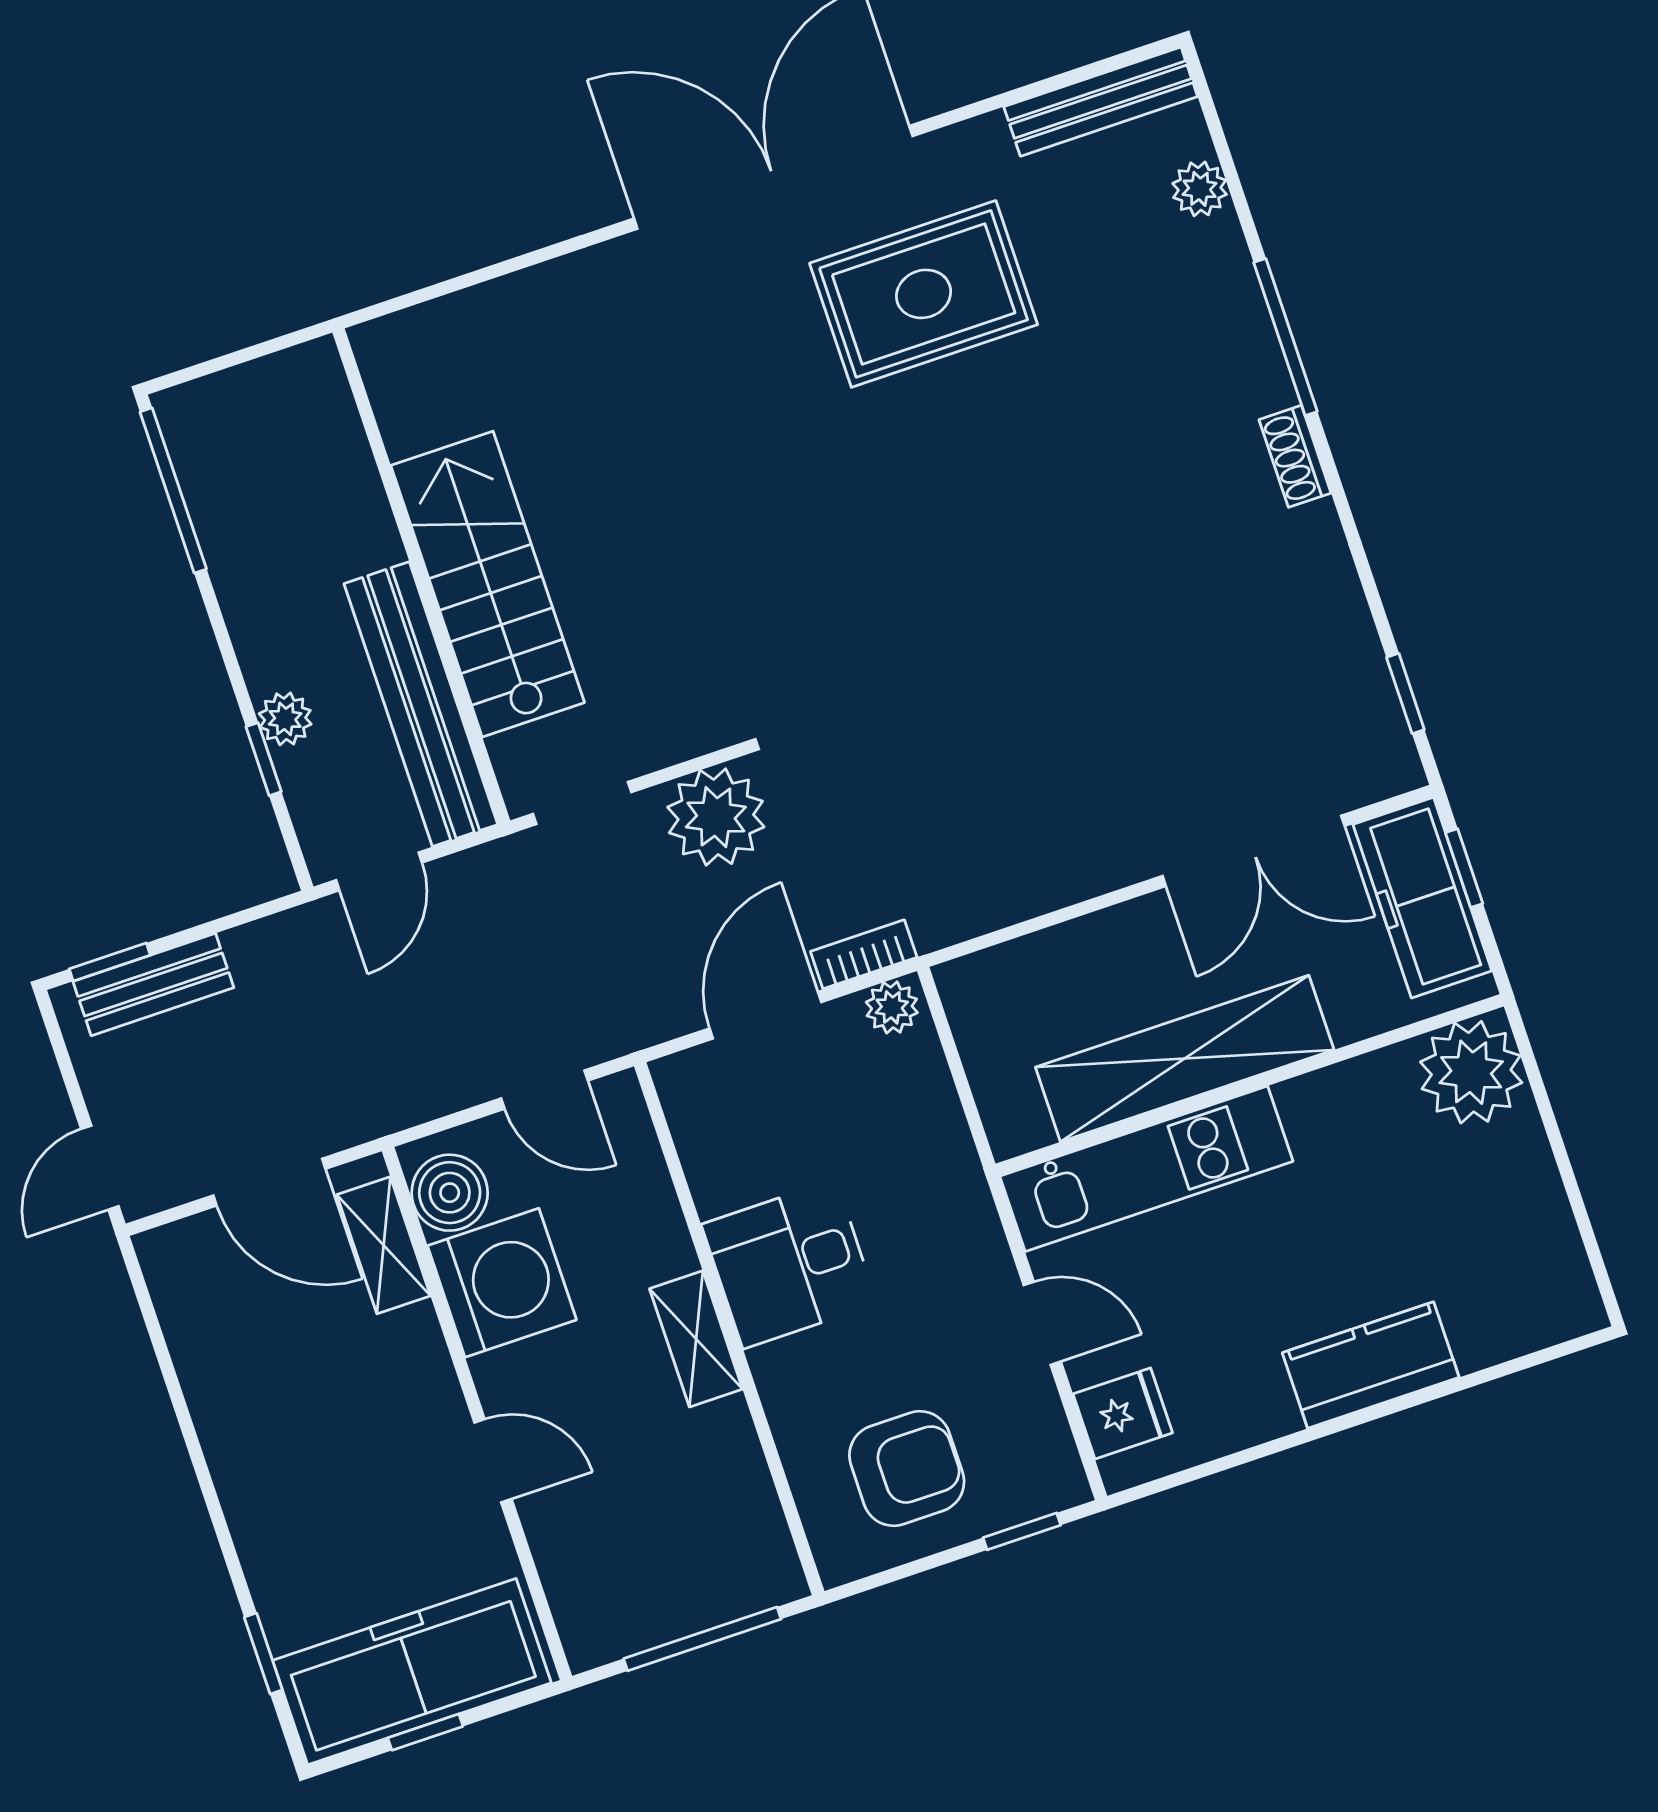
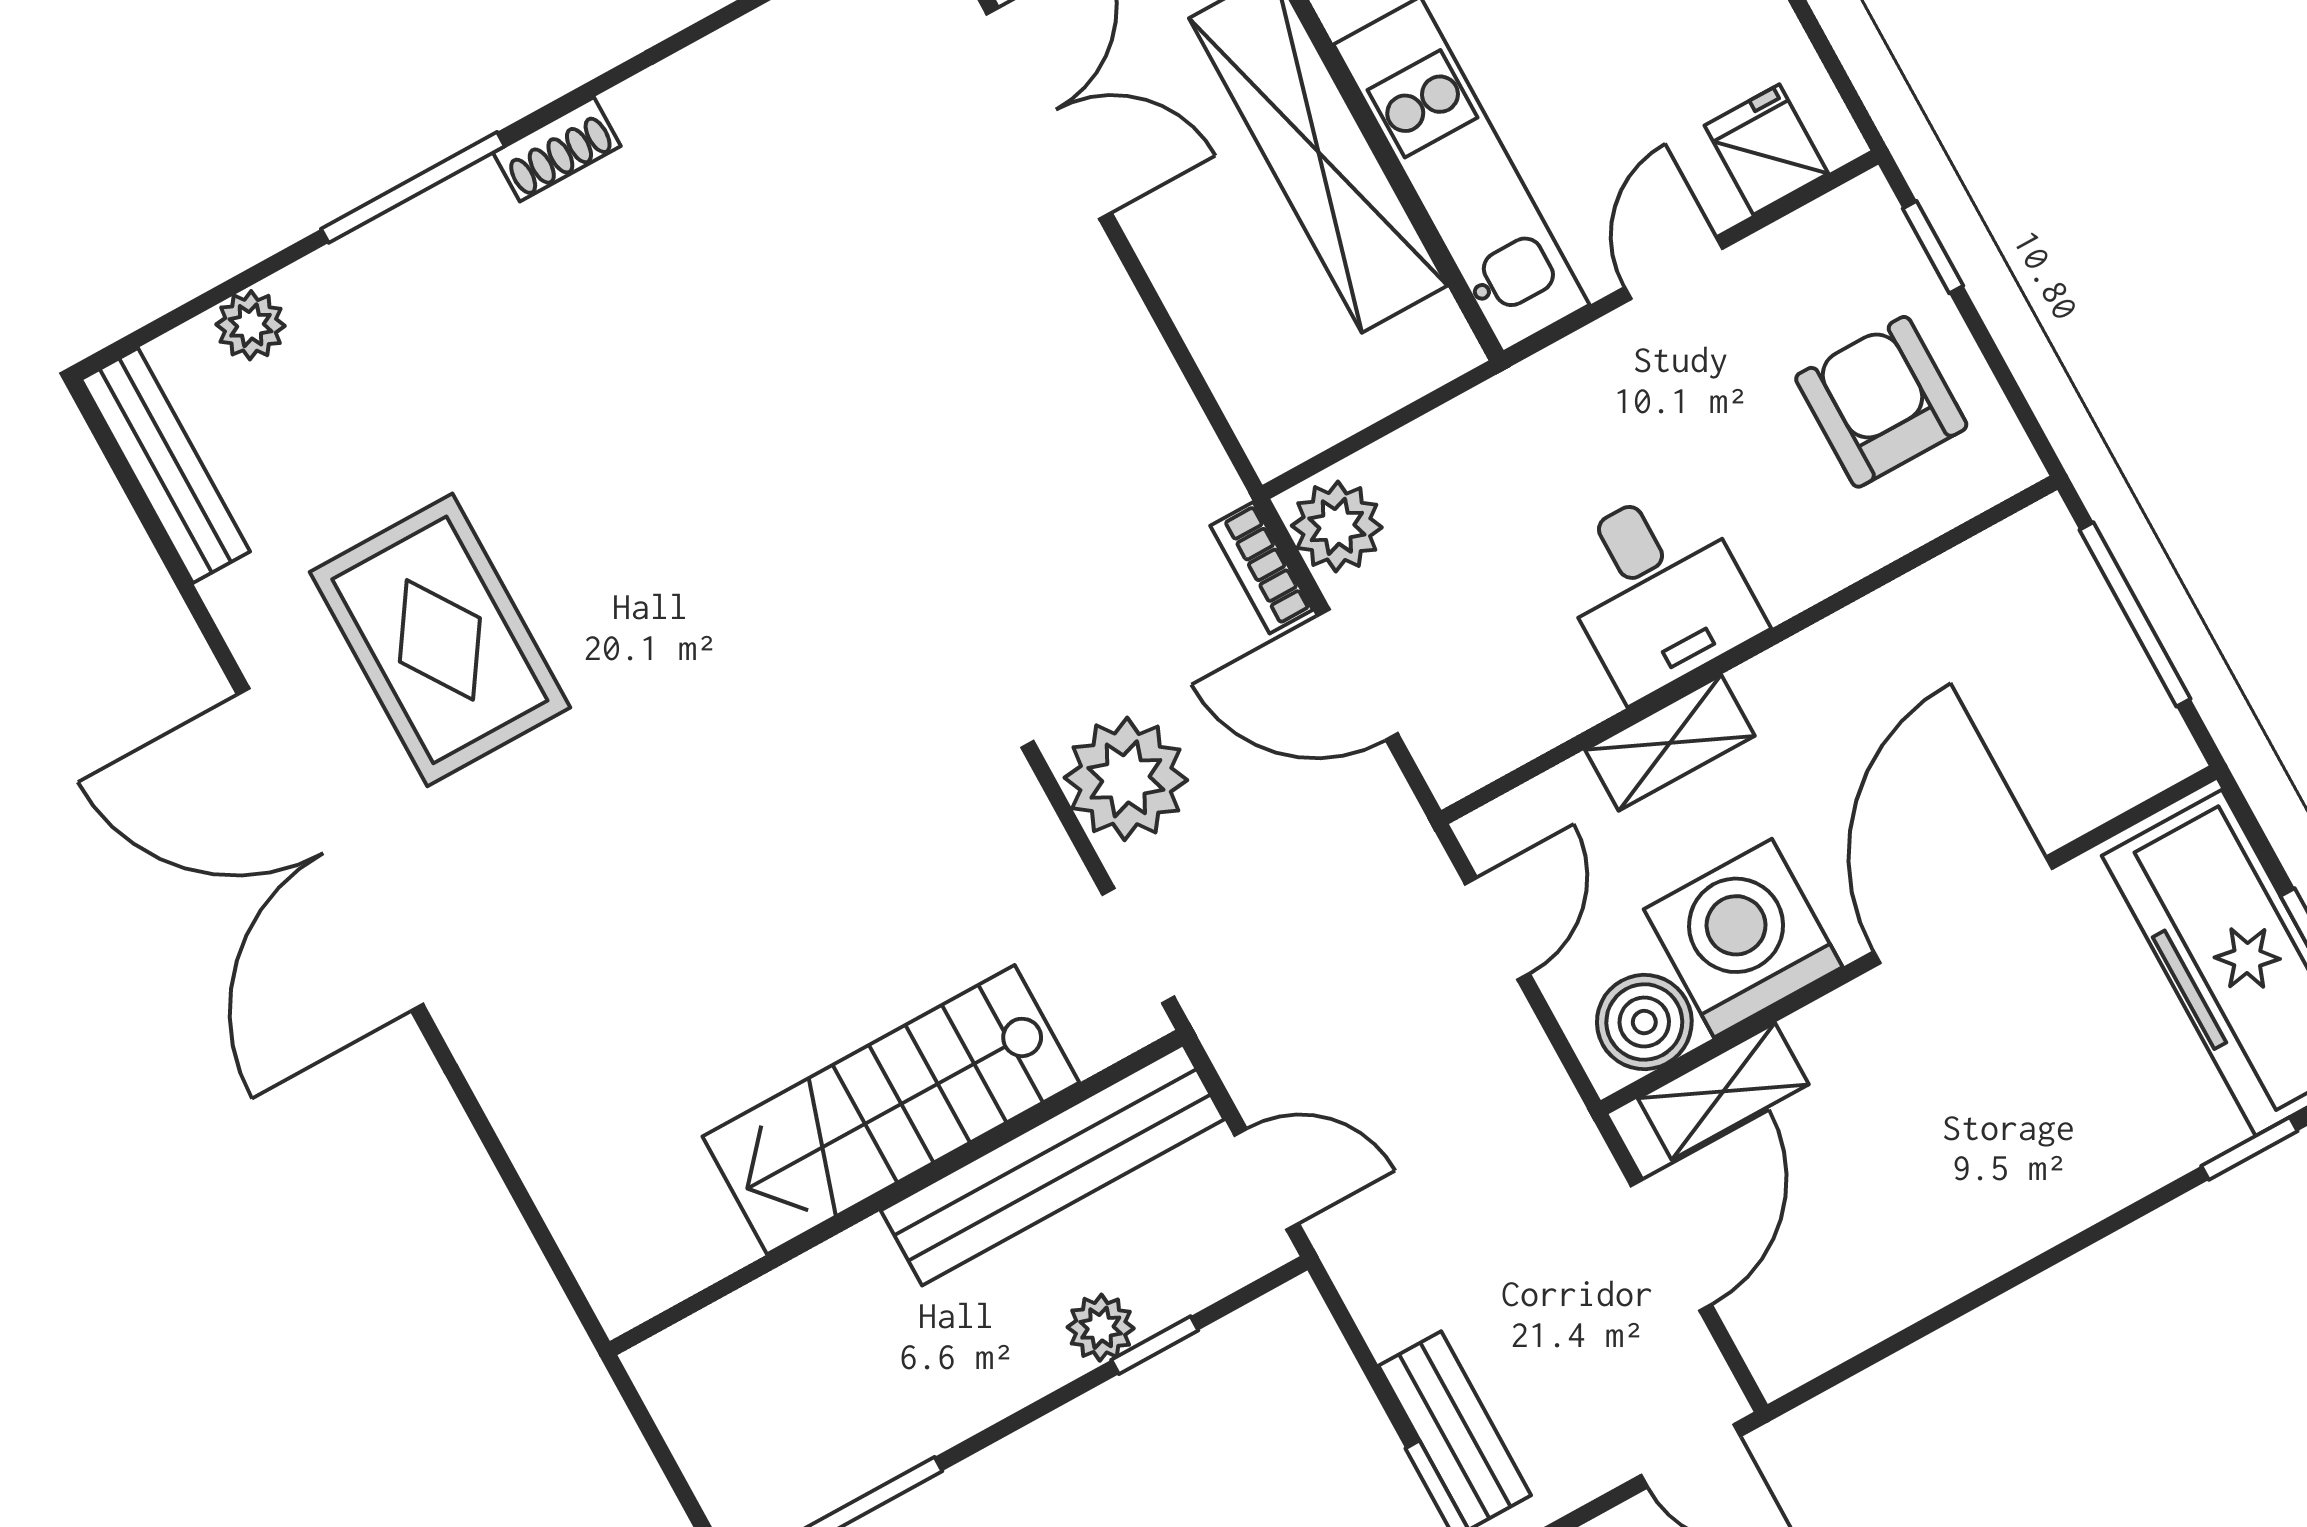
plant: (892, 1007) -> (1337, 526), width x1.38, depth x1.38
shelving: (696, 1339) -> (1670, 743), moved
door: (493, 1461) -> (1963, 910), width x1.88

